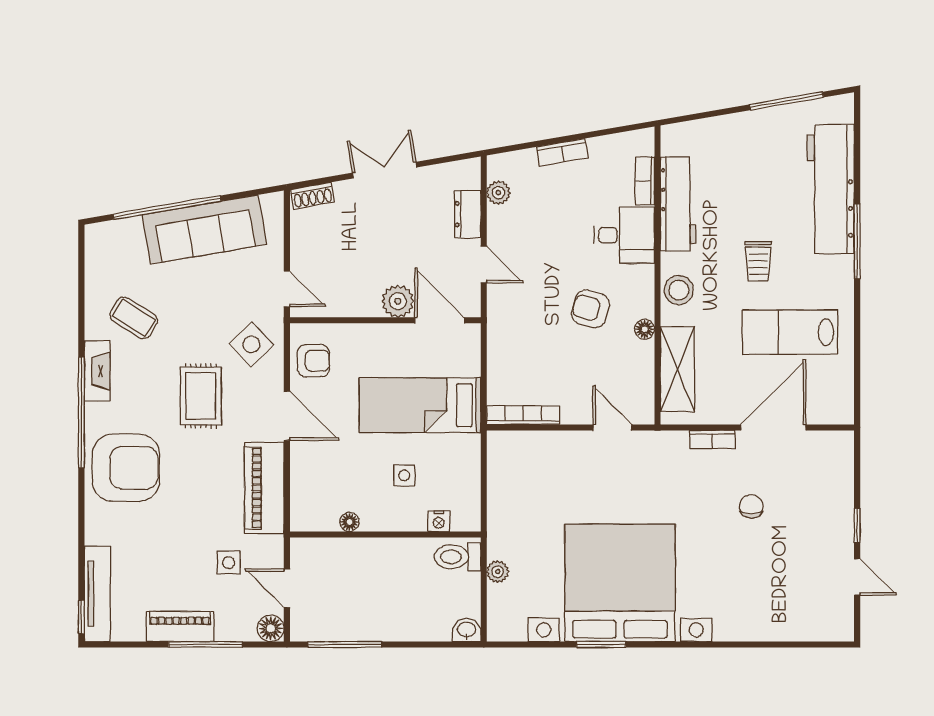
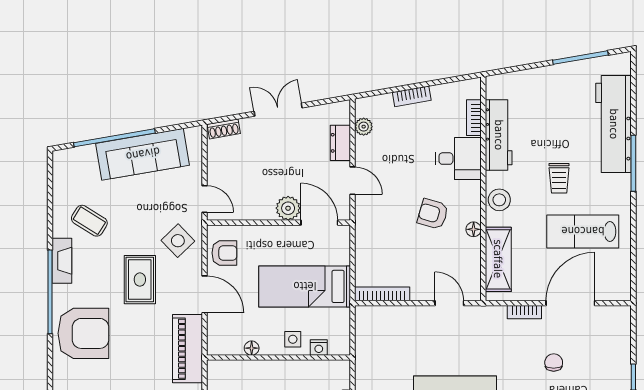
nightstand: (439, 521) -> (319, 348), moved
floor lamp: (349, 522) -> (252, 348), moved
wall: (385, 535) -> (279, 358), moved

